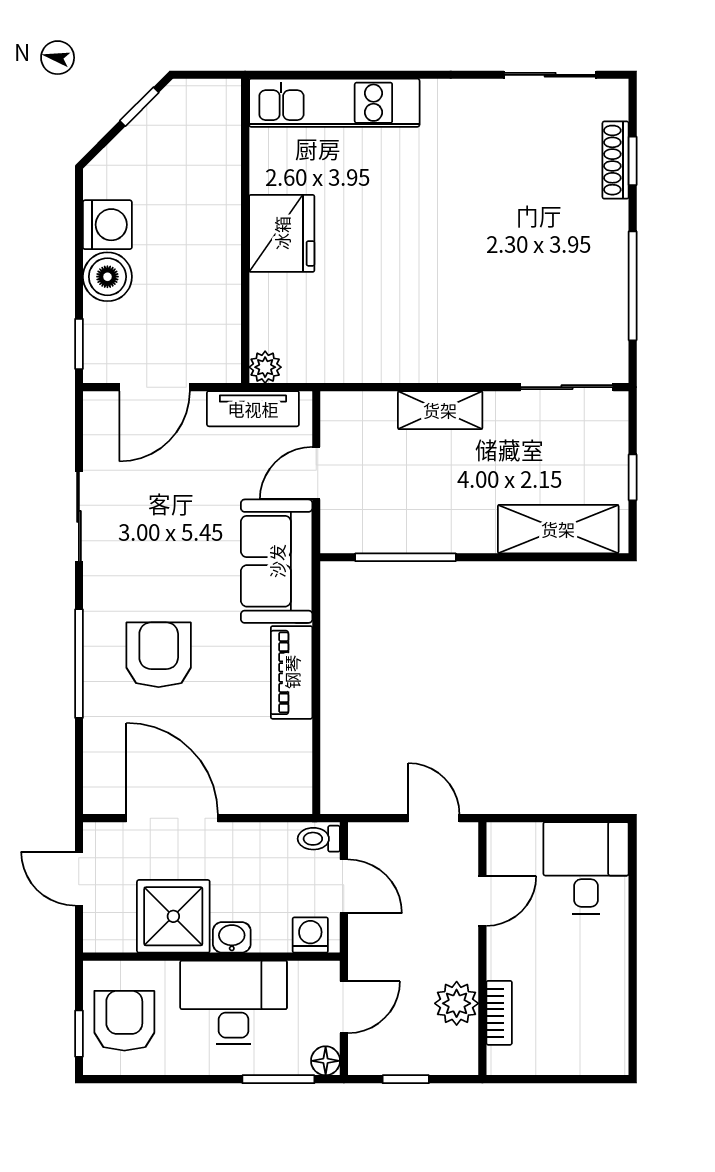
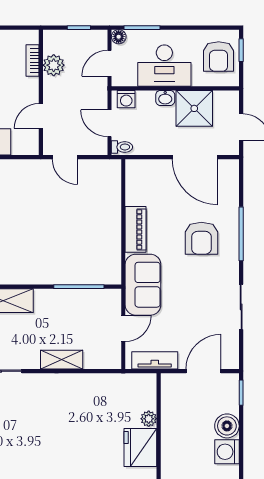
plant: (265, 367) -> (149, 419), moved

